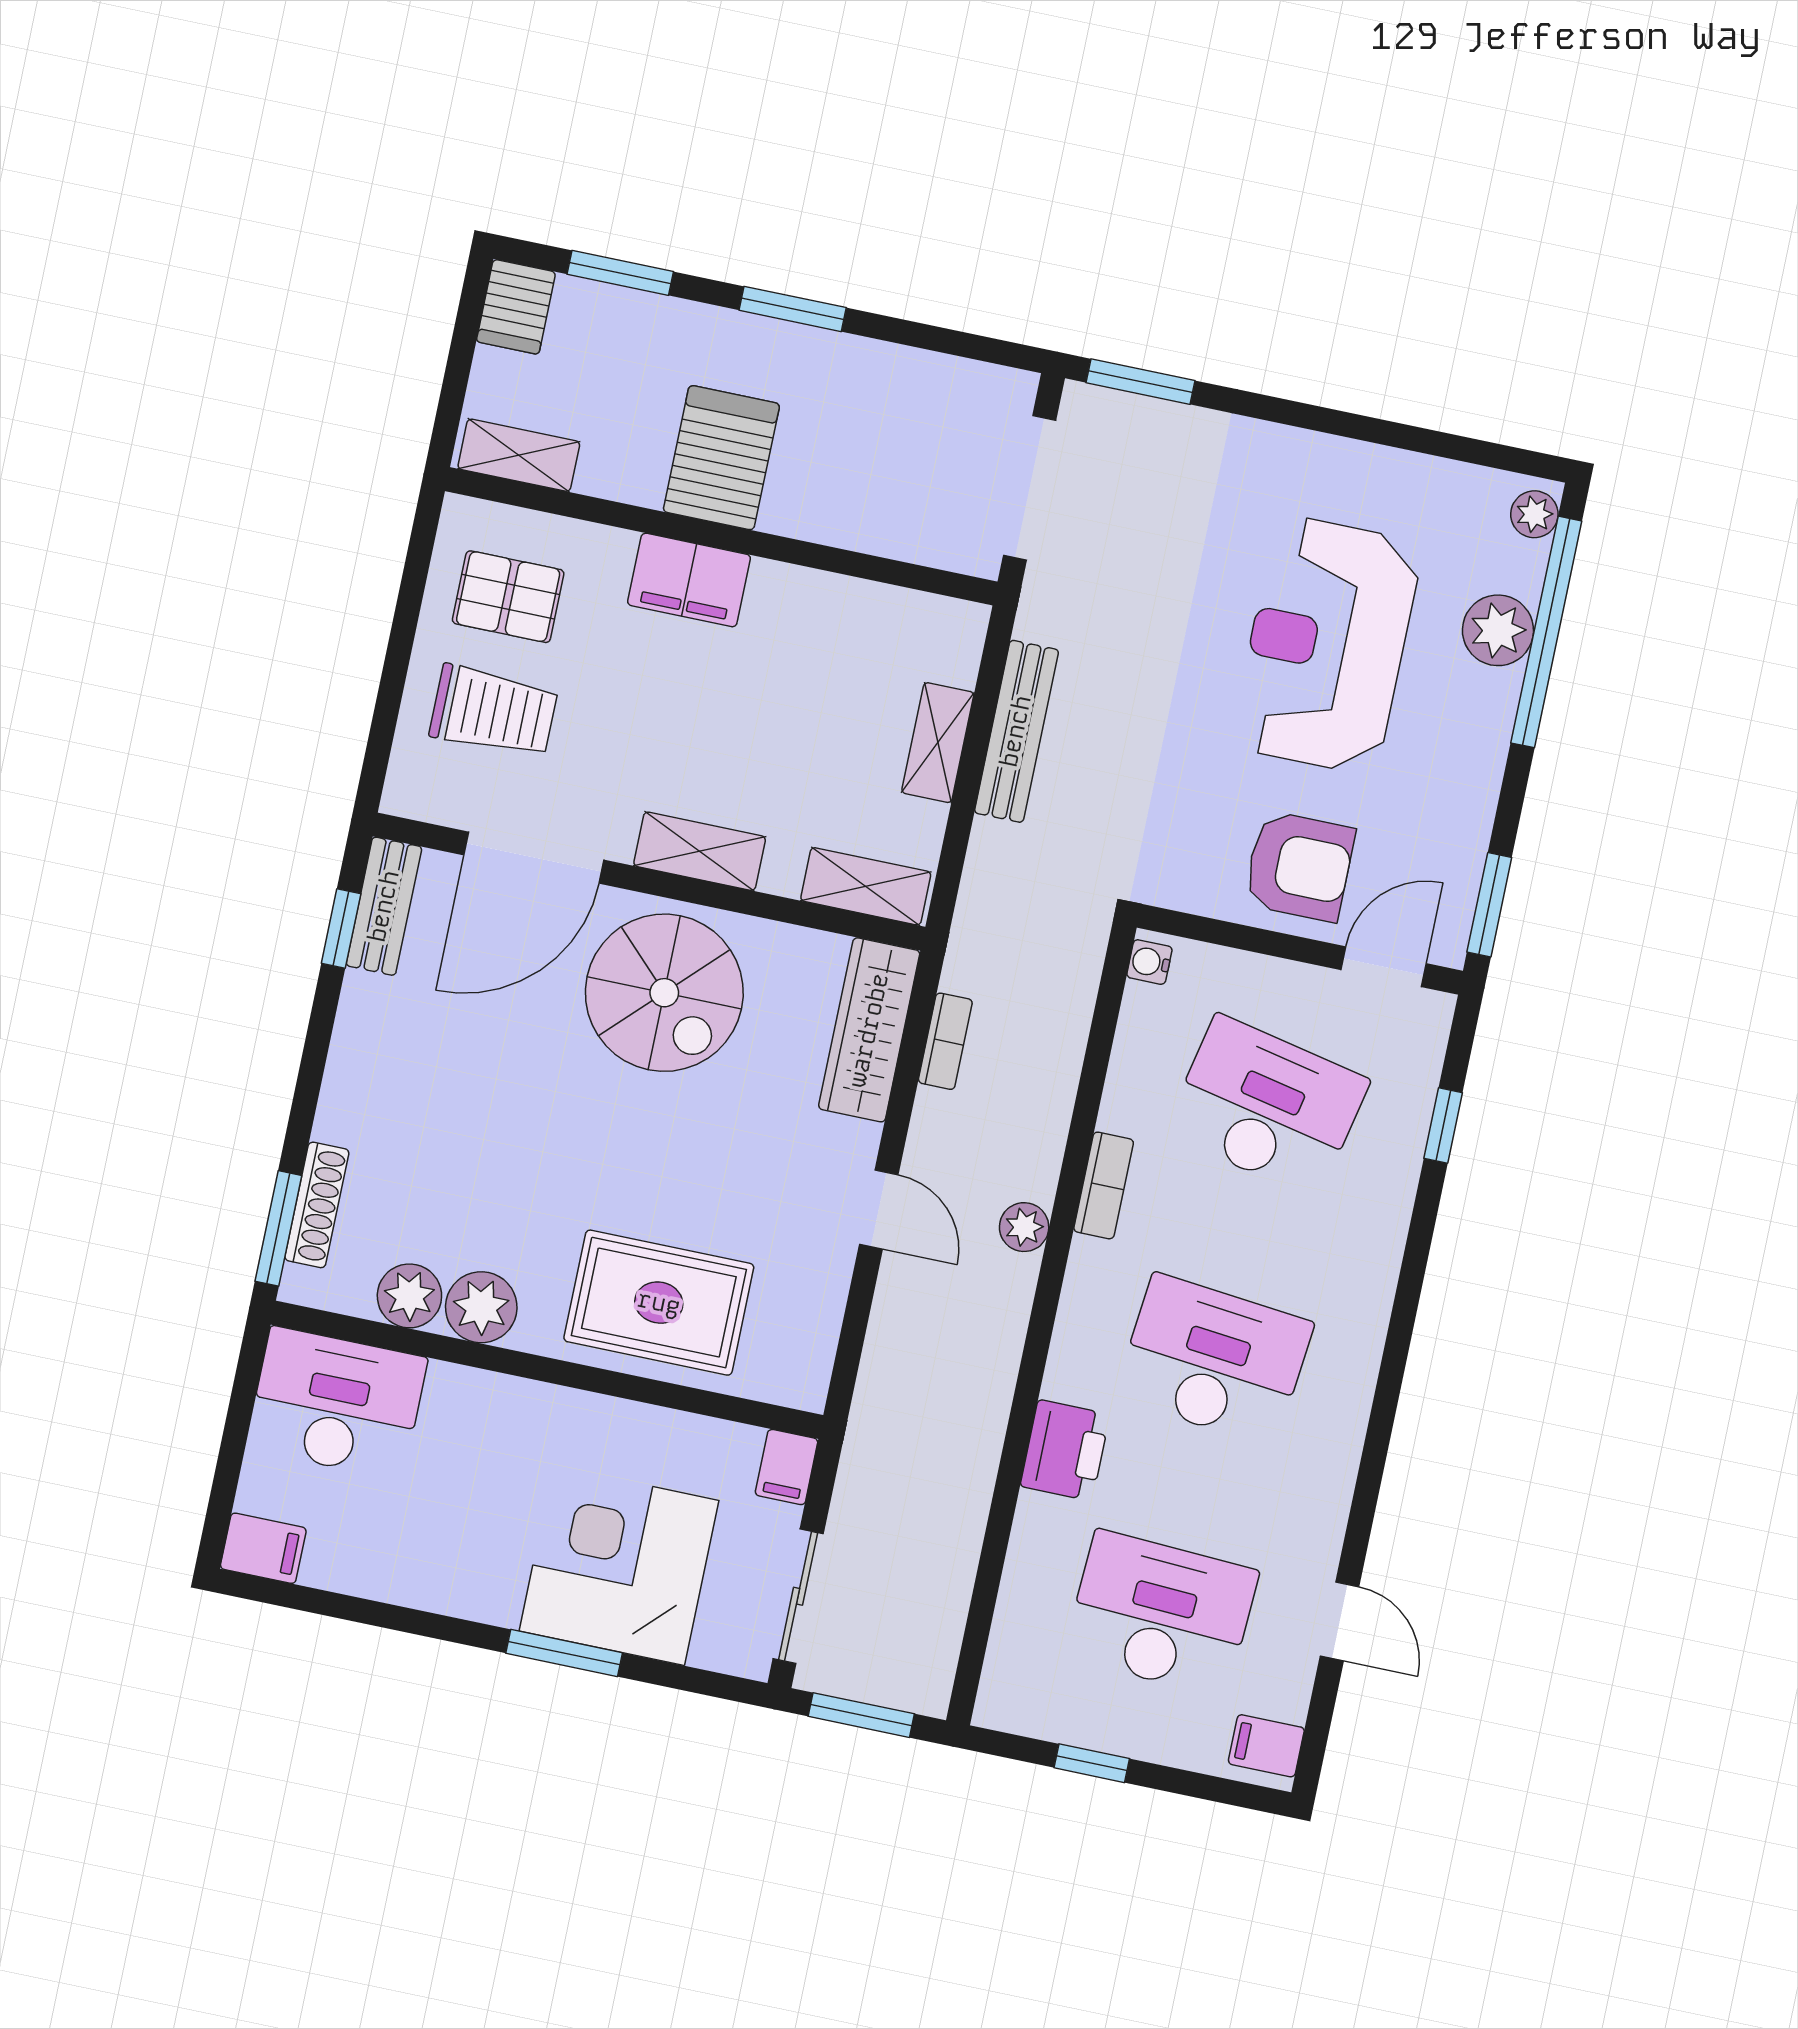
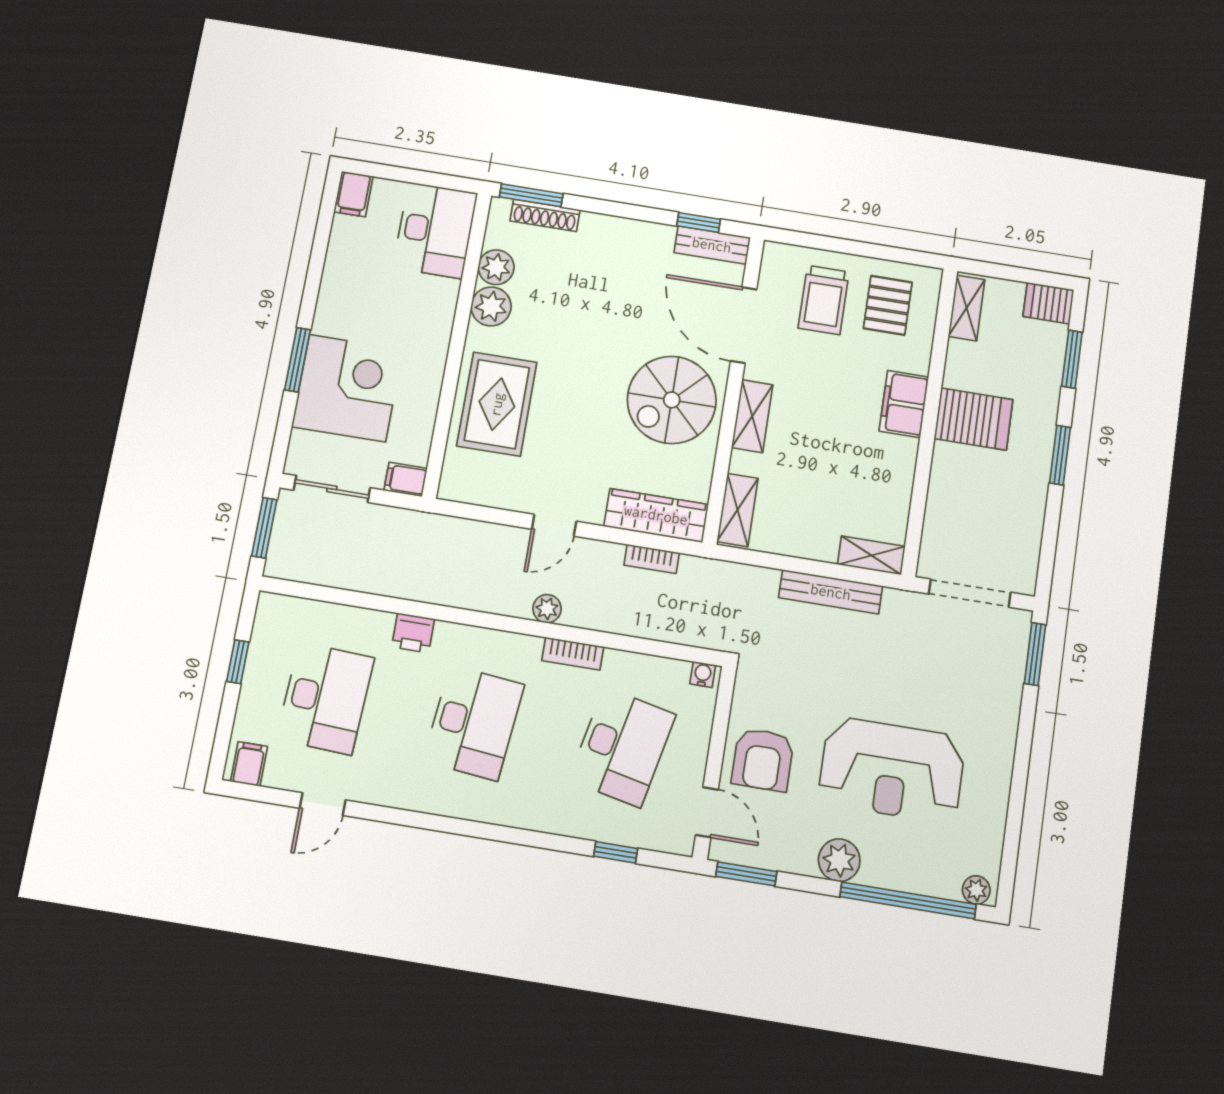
plant: (1498, 630) -> (839, 860), moved
reception desk: (1327, 645) -> (892, 770), turned 180
shelving: (938, 743) -> (871, 555), moved
printer: (1065, 1450) -> (413, 633), width x0.73, depth x0.81

